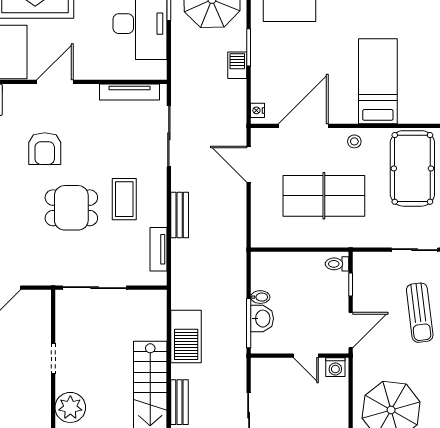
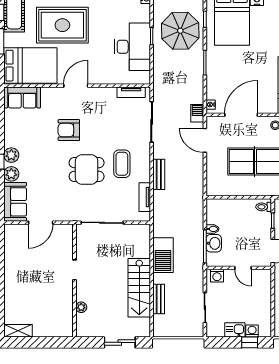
barbecue: (237, 65) -> (197, 113), moved
tv unit: (129, 92) -> (131, 92), width x0.71
armchair: (45, 149) -> (69, 130), turned 90
washing machine: (335, 367) -> (217, 276), moved
plant: (70, 407) -> (81, 307), width x0.53, depth x0.53

